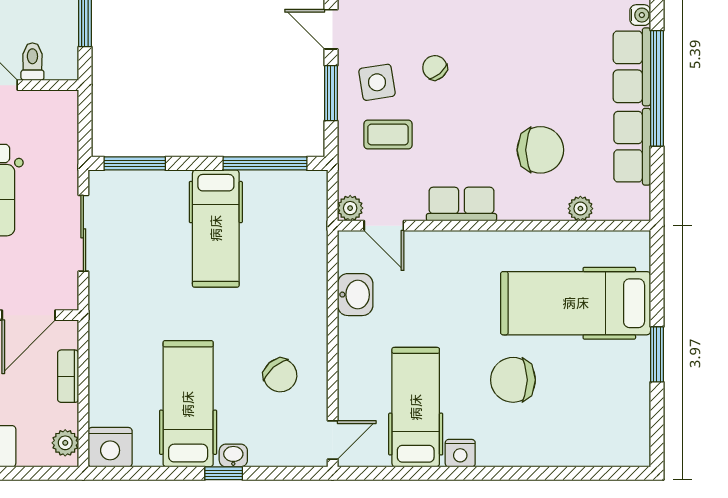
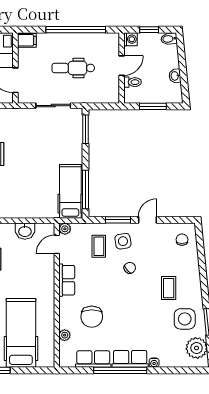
hospital bed: (216, 228) -> (70, 191), moved, turned 90

